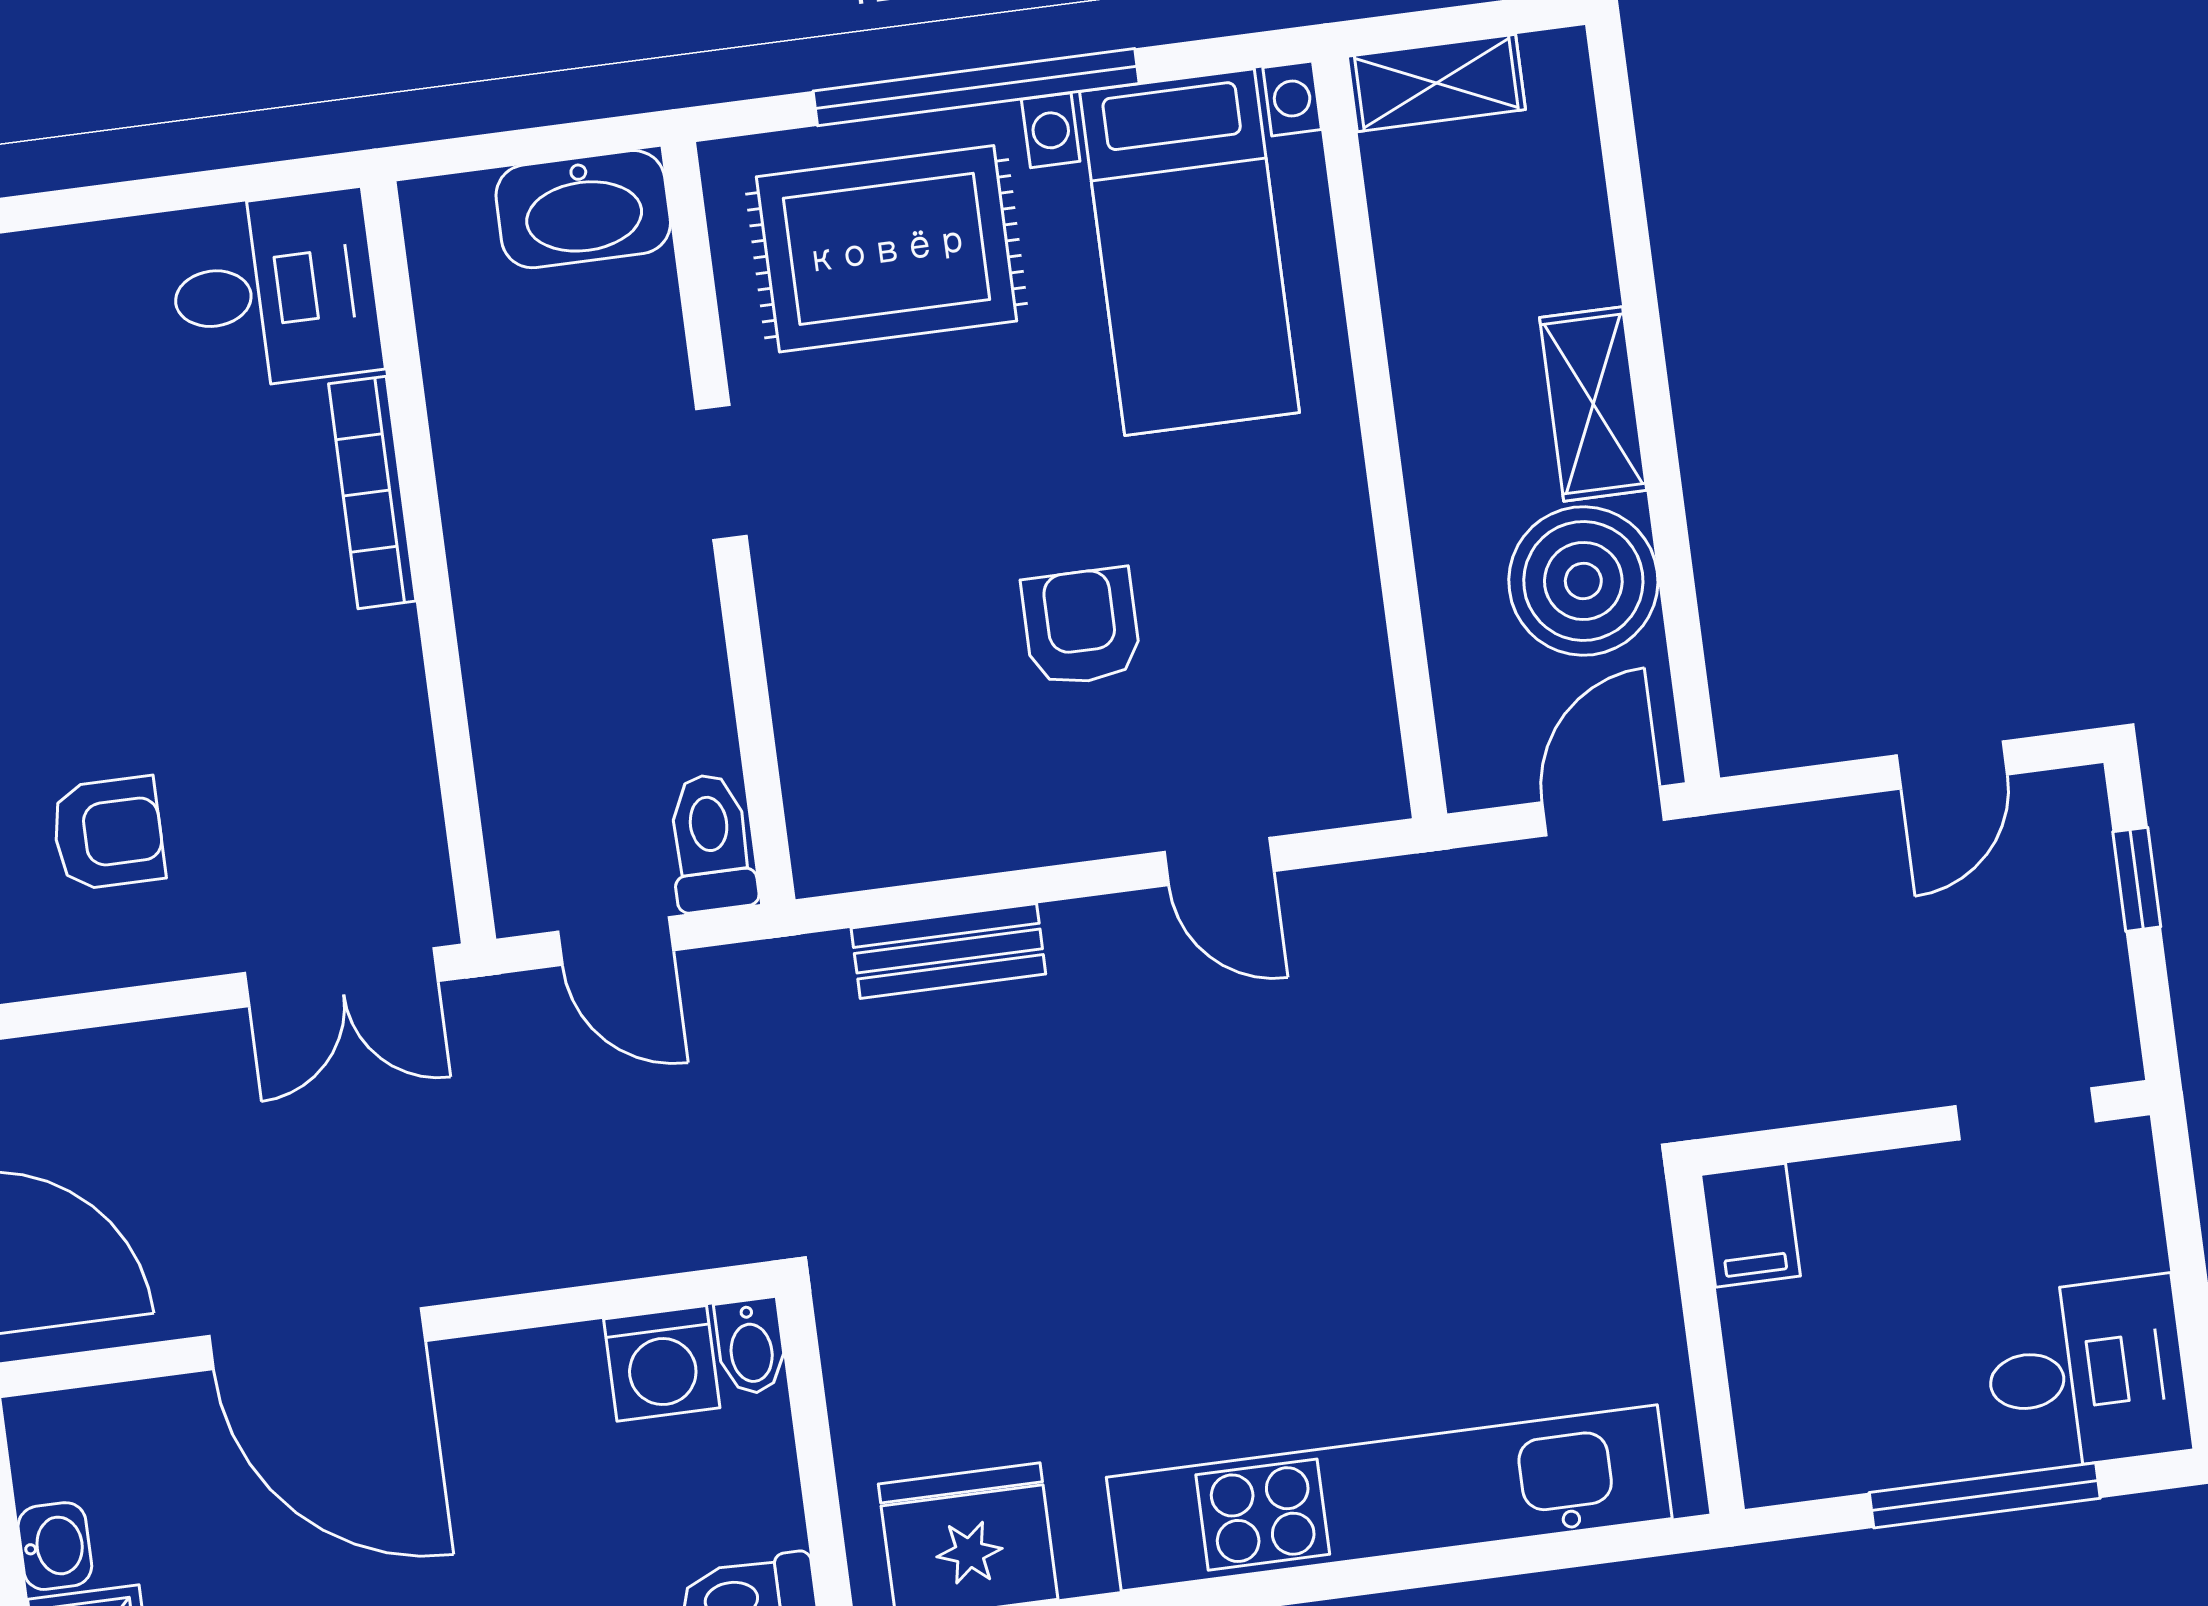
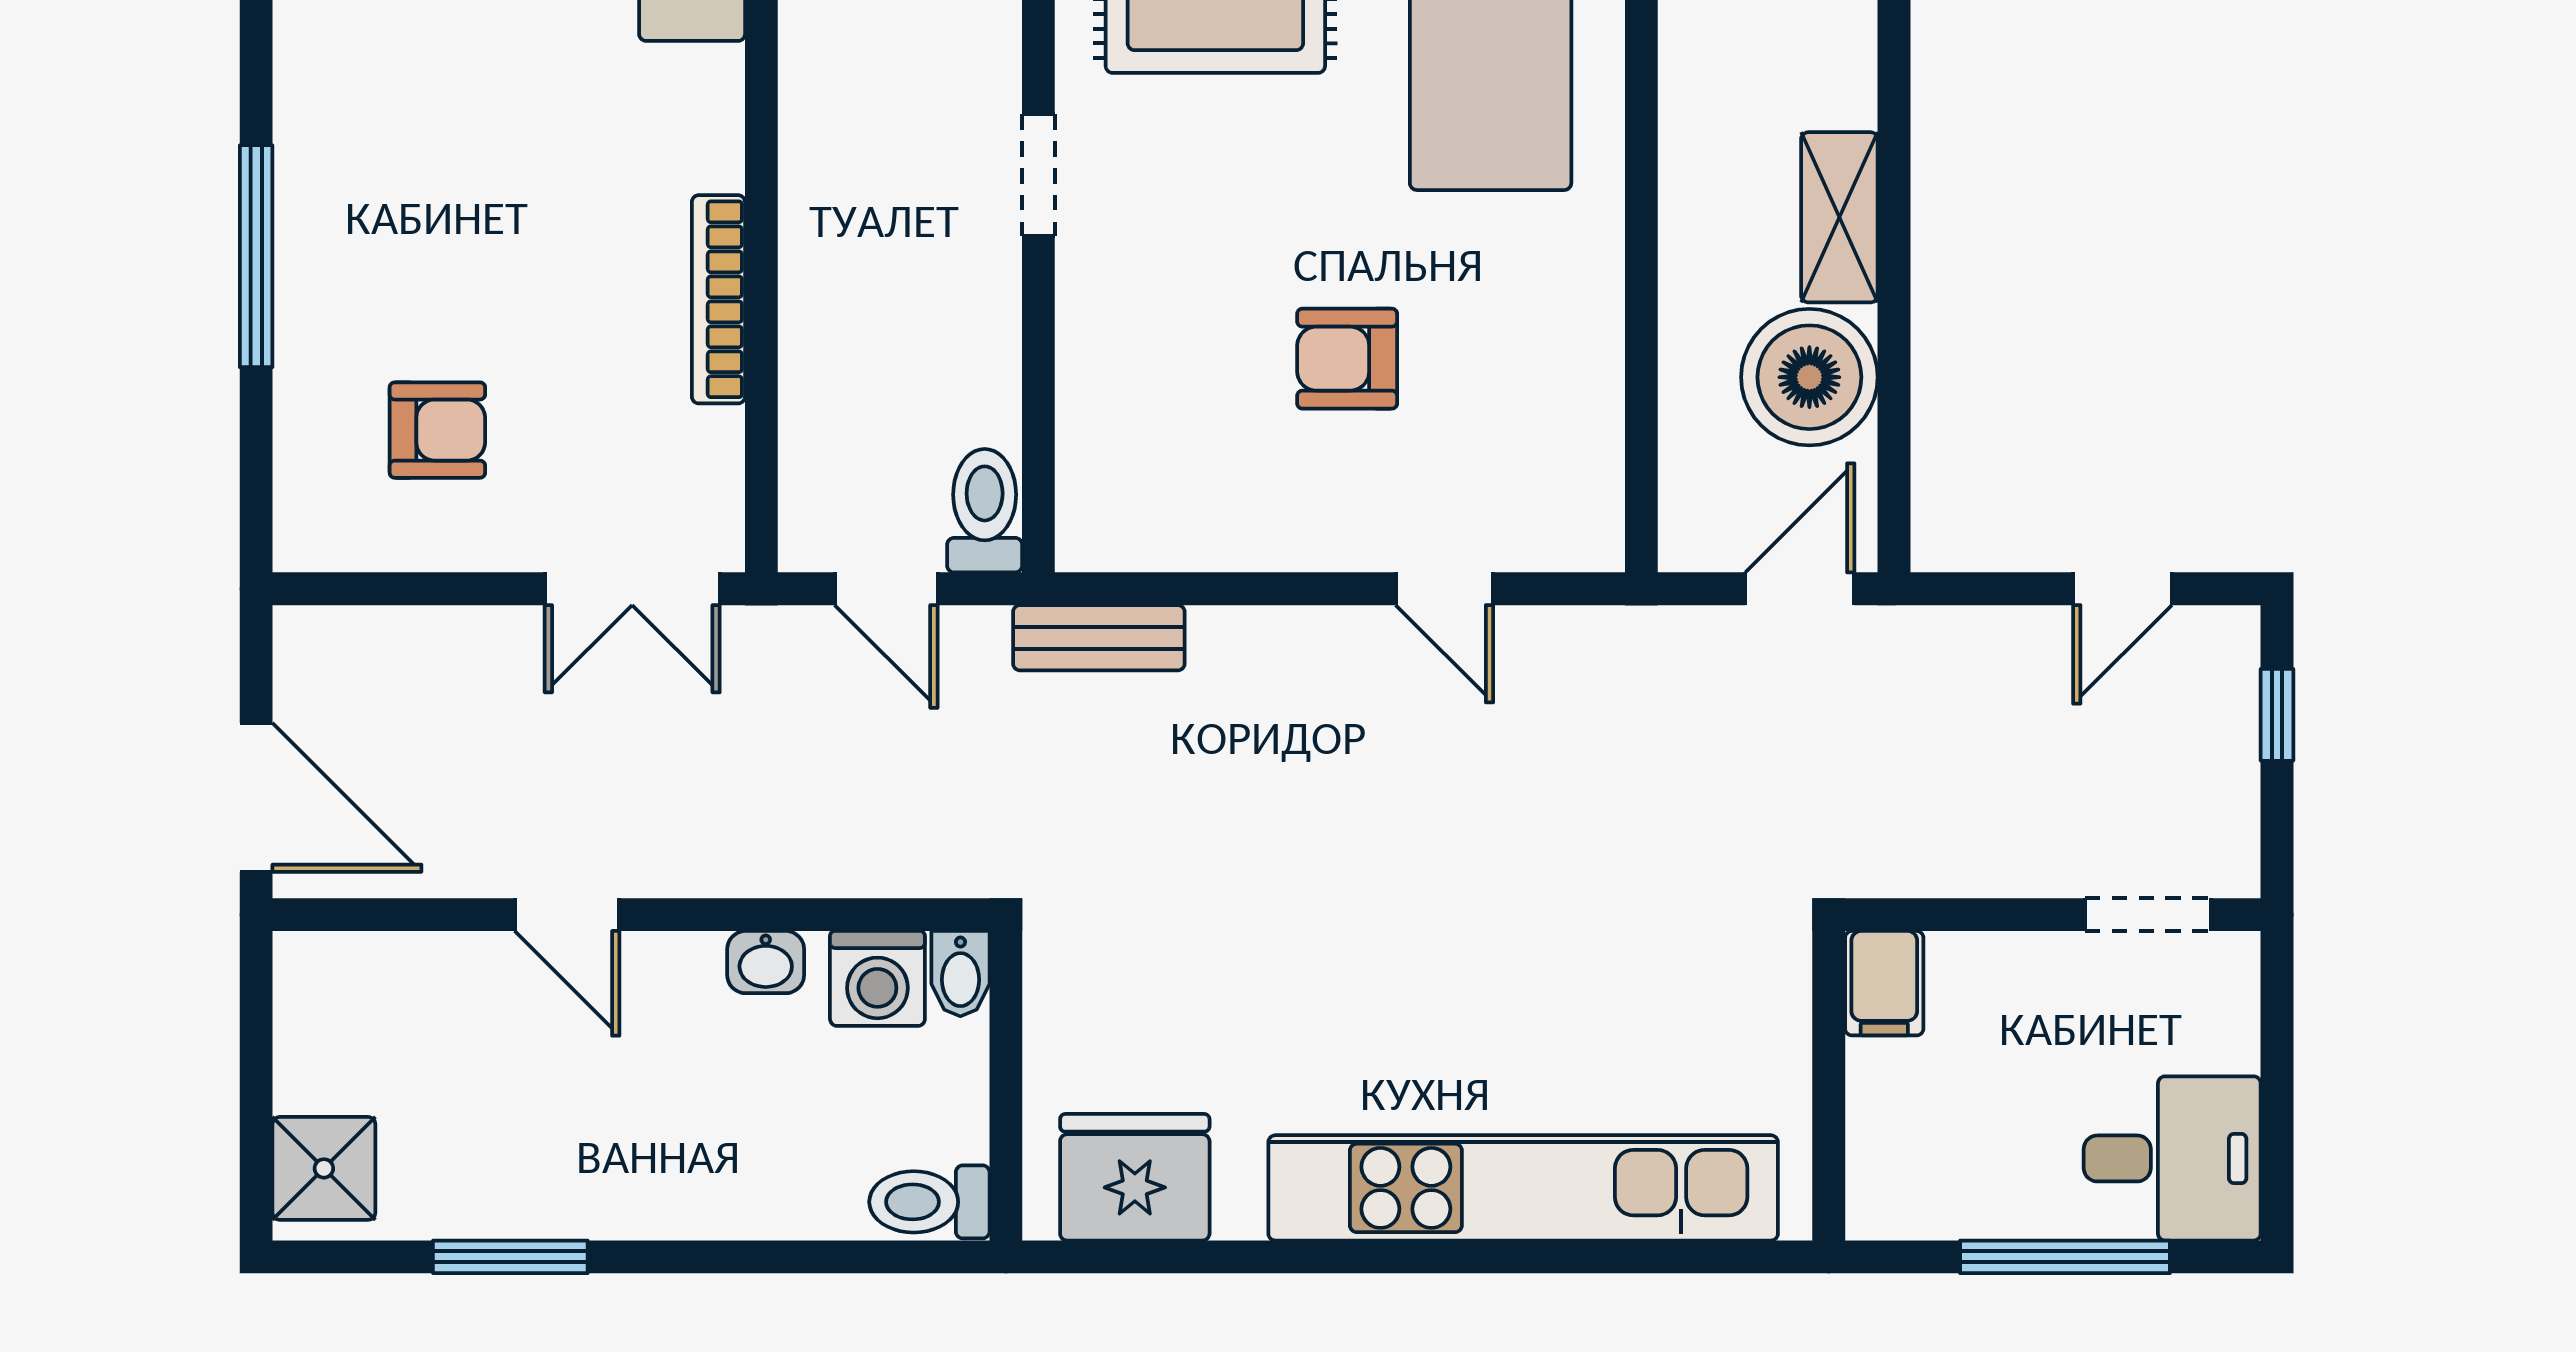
bookcase: (372, 492) -> (718, 299), moved
armchair: (1081, 627) -> (1347, 359), turned -90
bench: (948, 951) -> (1099, 638), moved
door: (317, 1339) -> (567, 915), width x0.53
washbasin: (55, 1546) -> (766, 962), moved, turned 90

